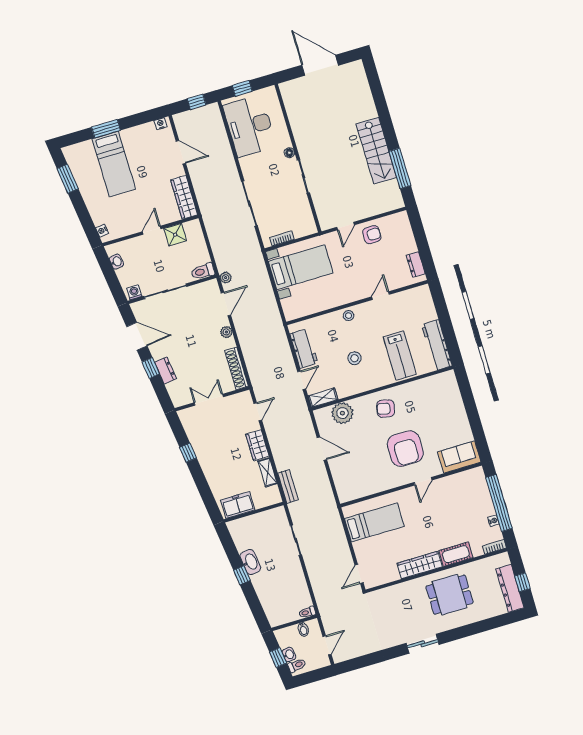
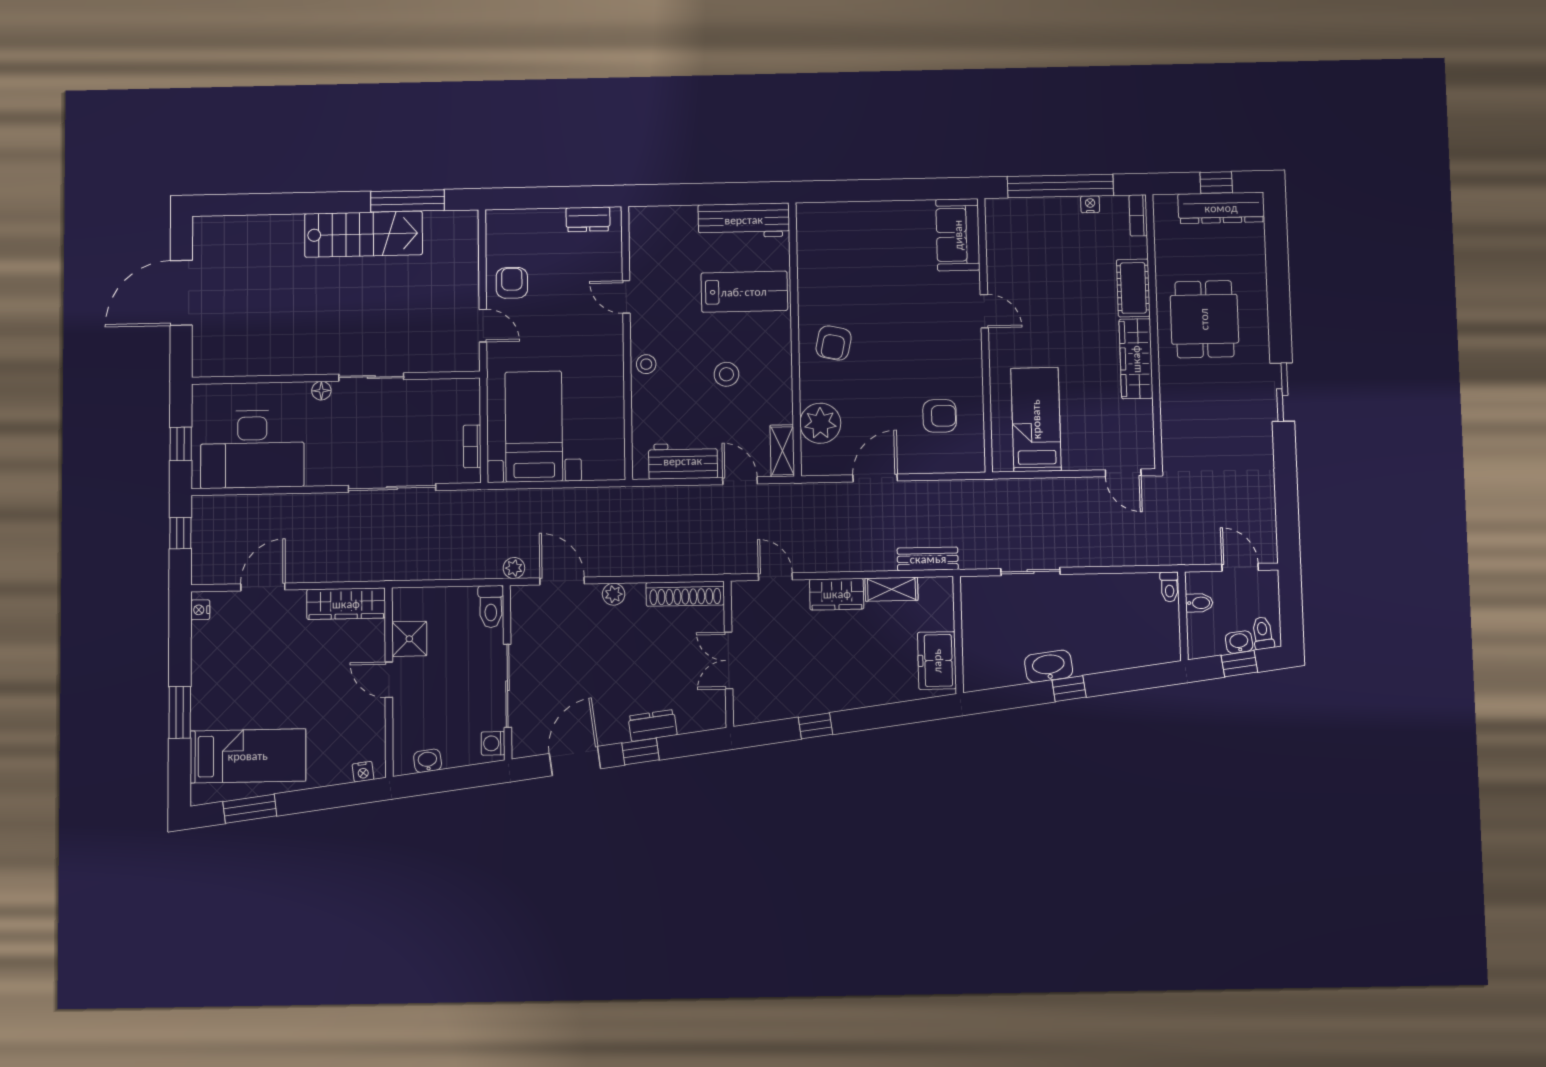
bed: (114, 164) -> (248, 756), moved
armchair: (405, 449) -> (940, 416), moved, width x0.53, depth x0.53

